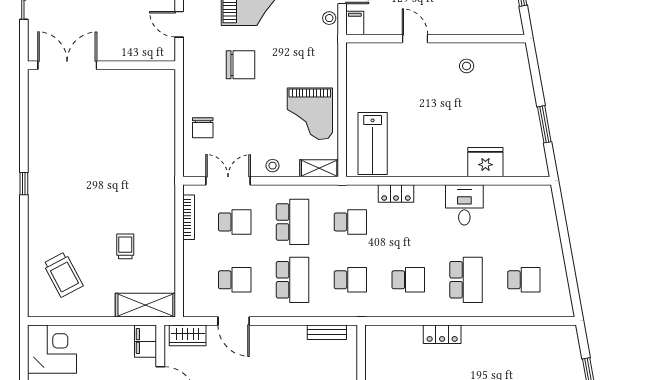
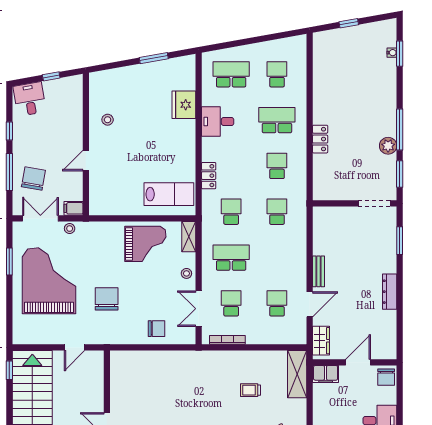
school desk: (293, 280) -> (231, 74), moved
bench: (327, 332) -> (319, 271), moved

